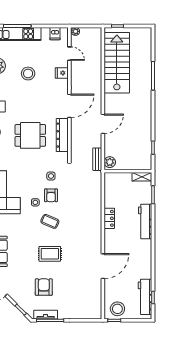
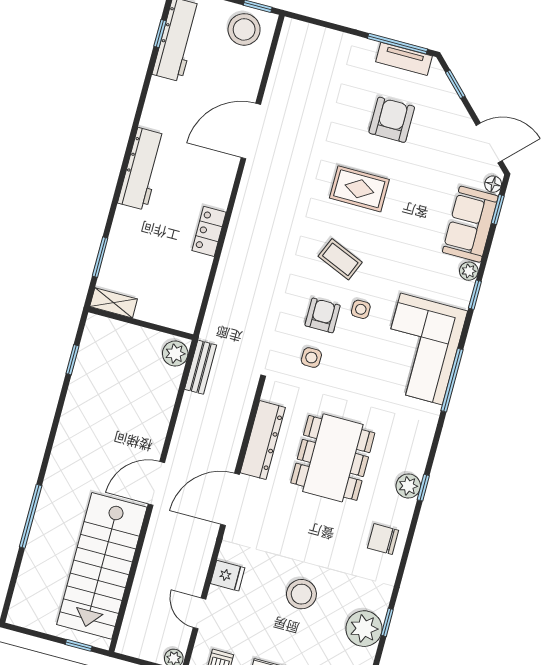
door: (103, 124) -> (156, 483), moved
dining table: (30, 135) -> (333, 458), width x1.38
workbench: (145, 221) -> (142, 169), moved
armchair: (44, 287) -> (392, 120), turned 180

